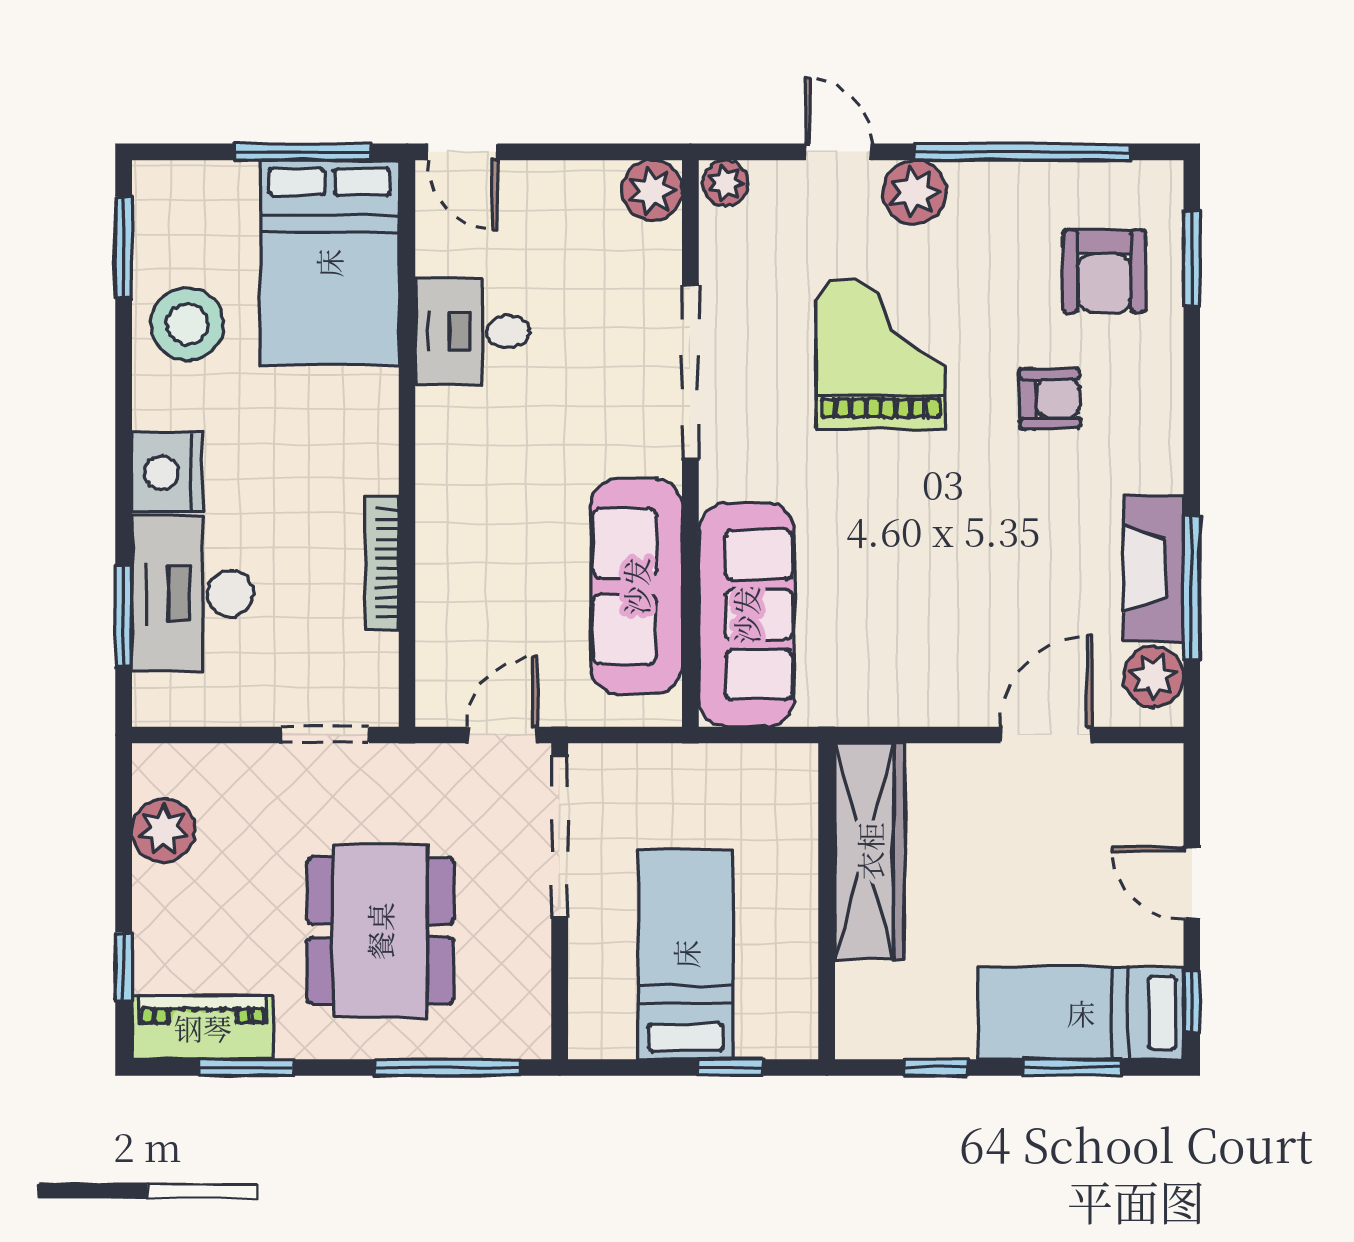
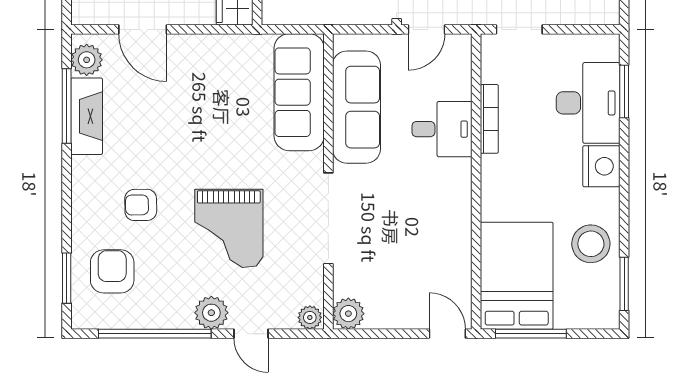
desk: (473, 332) -> (442, 129), moved
door: (1046, 735) -> (143, 29), hinge flipped

